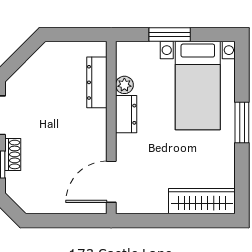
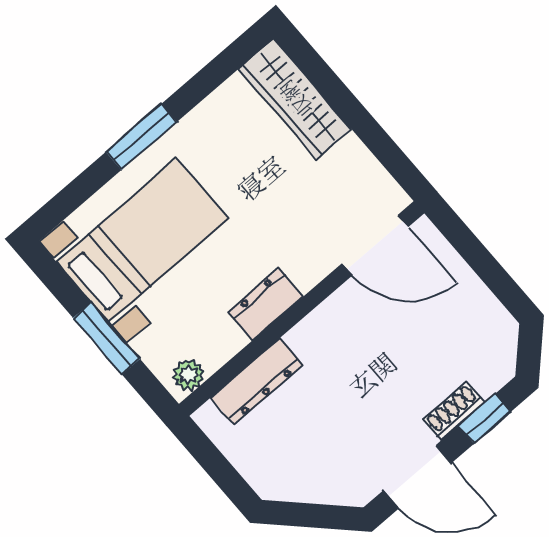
plant: (124, 85) -> (189, 375), moved

